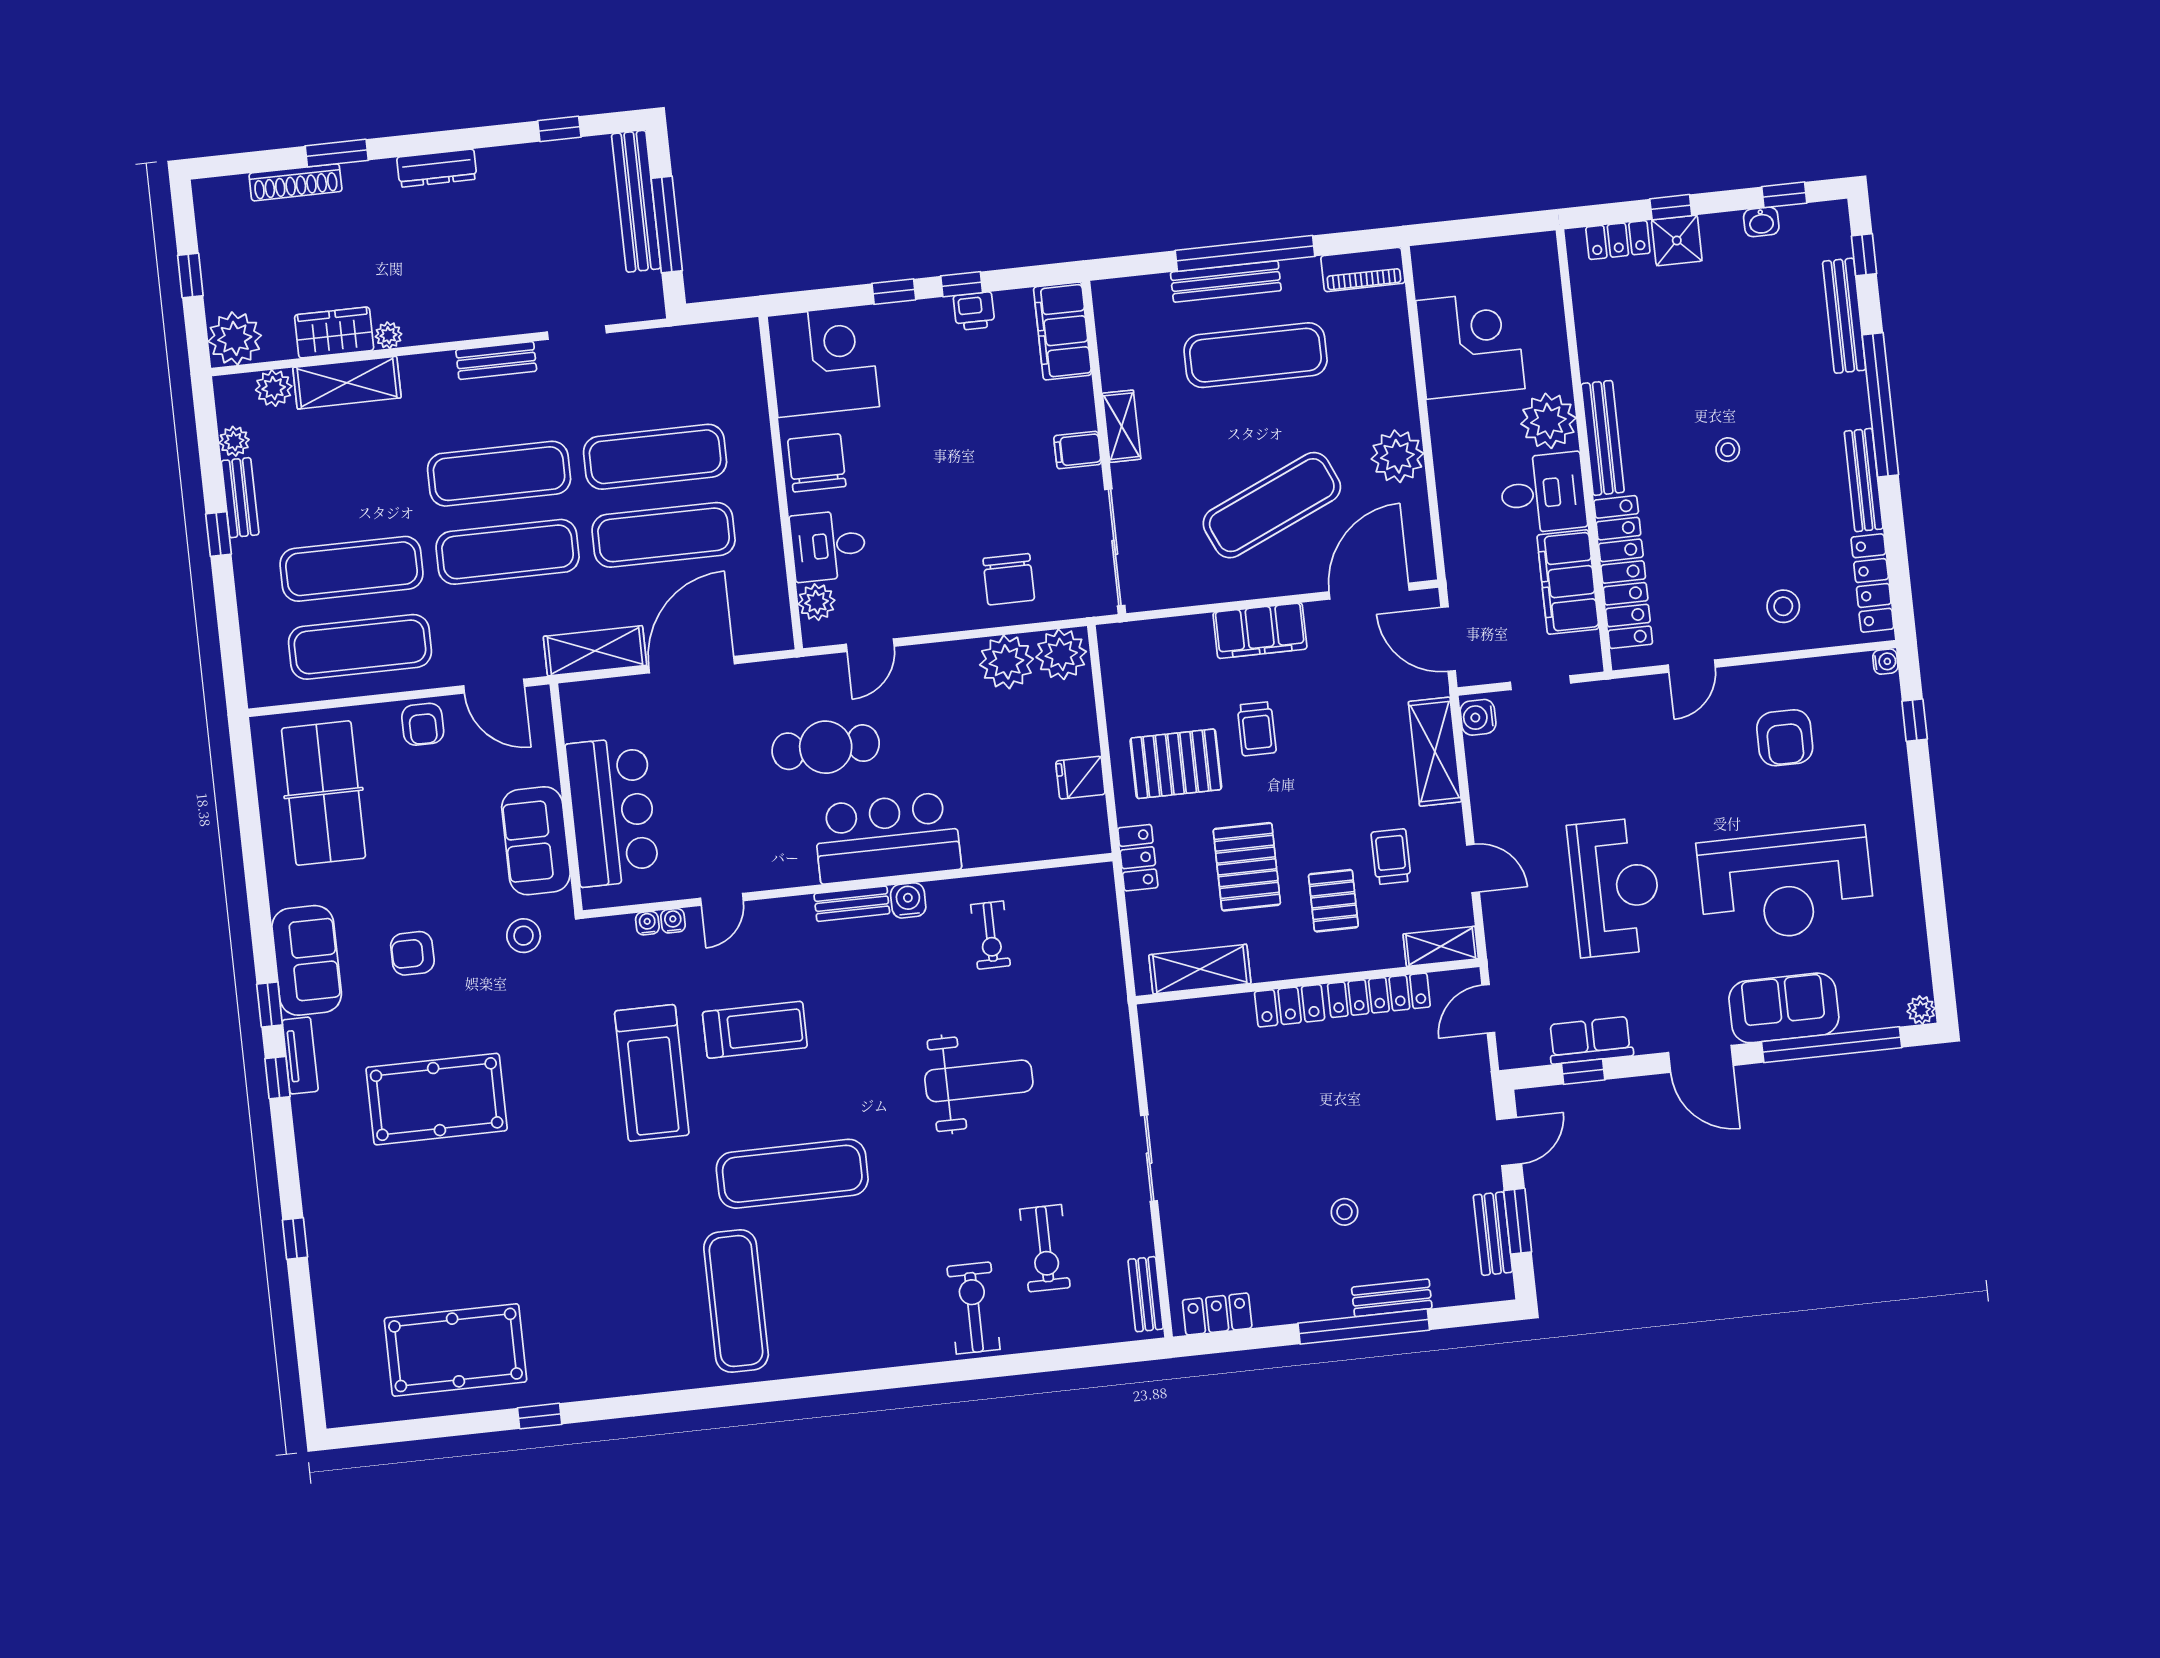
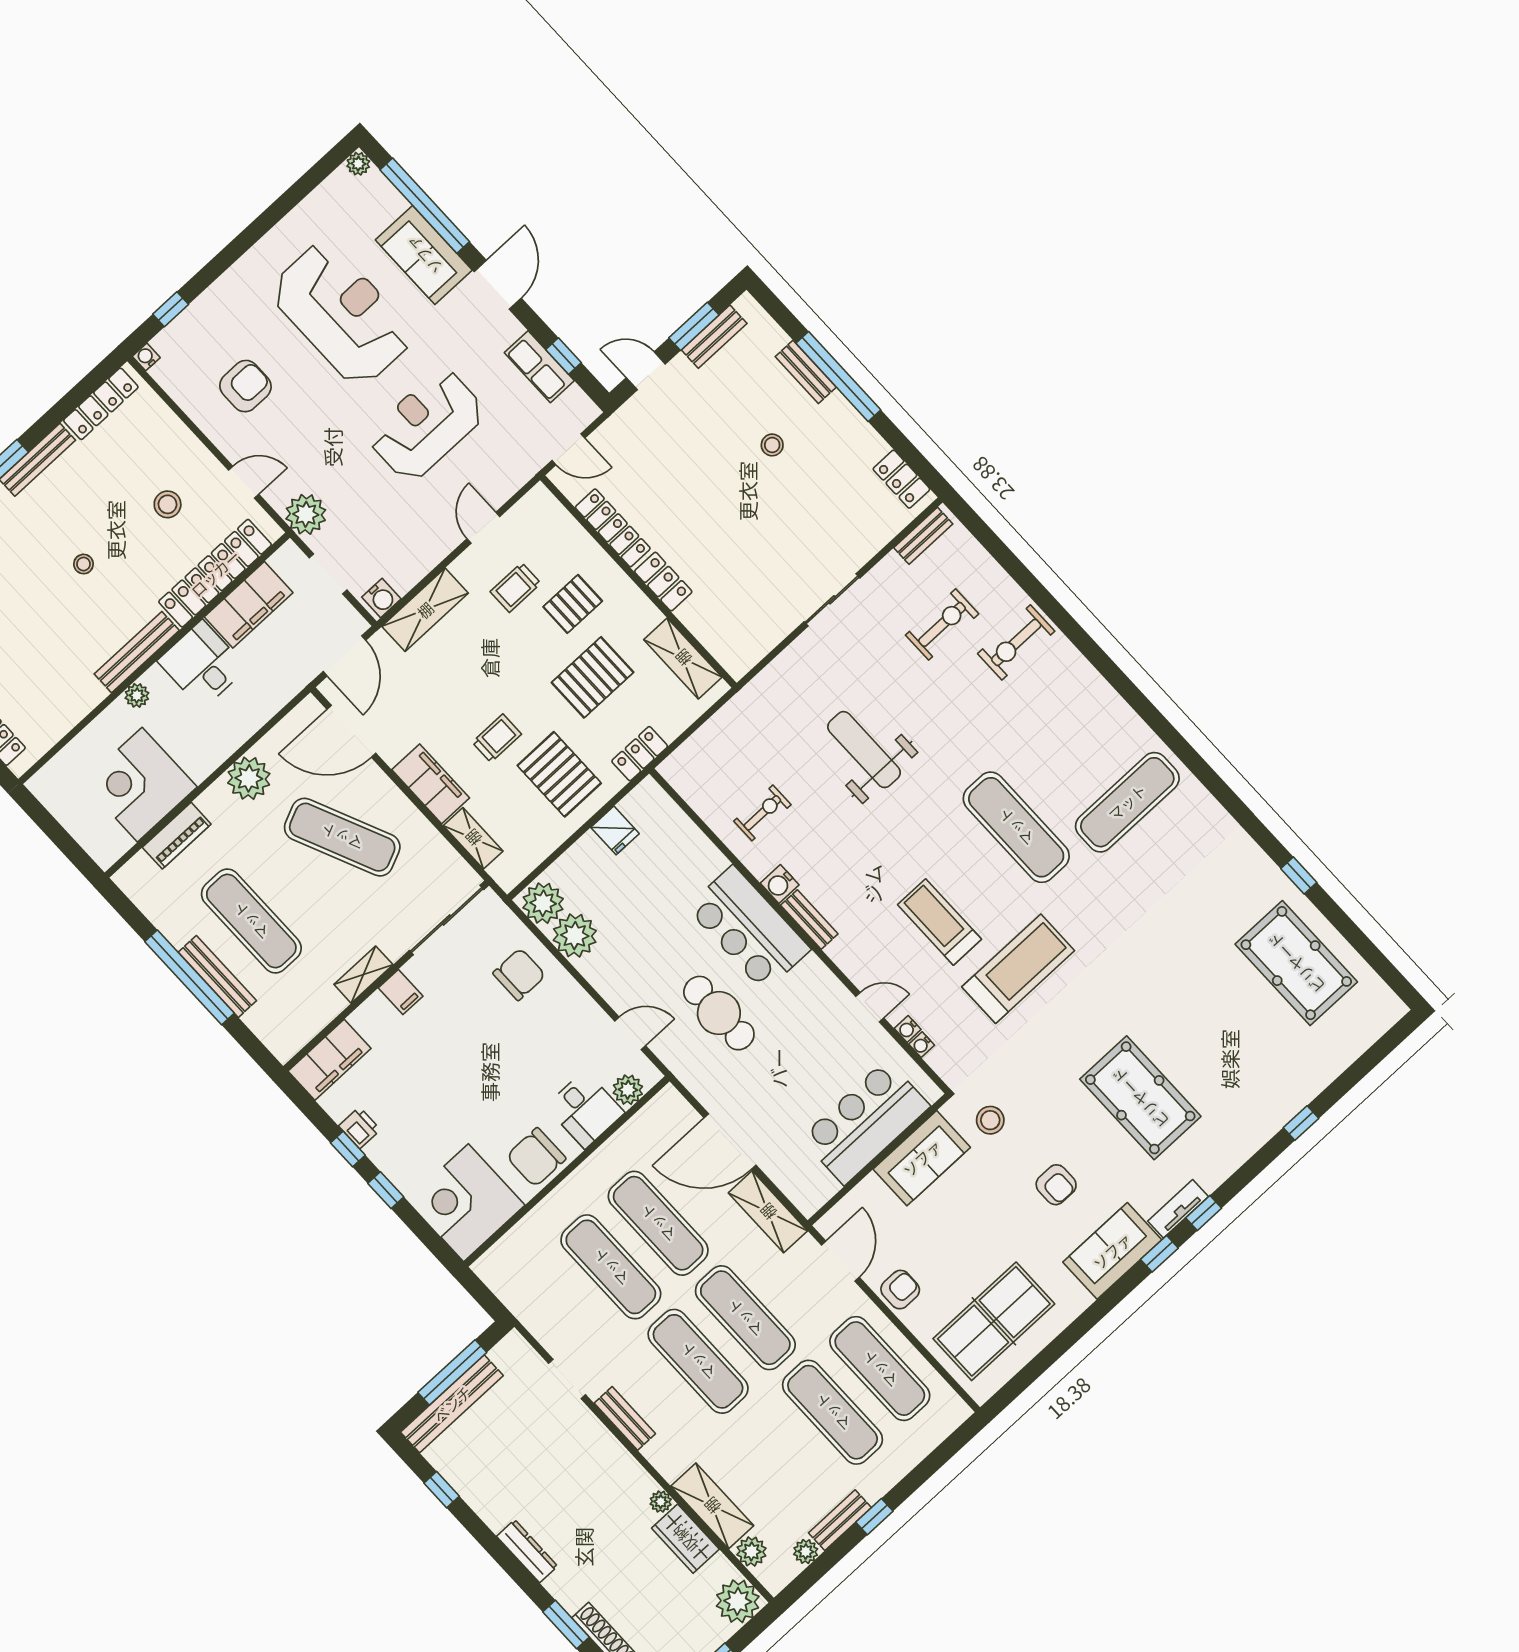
piano: (1363, 270) -> (177, 836), moved, turned 90
plant: (1548, 421) -> (137, 695), width x0.53, depth x0.53
stool: (1783, 606) -> (168, 504), moved
plant: (1615, 704) -> (306, 514), added
shelving: (1441, 946) -> (473, 838), moved

